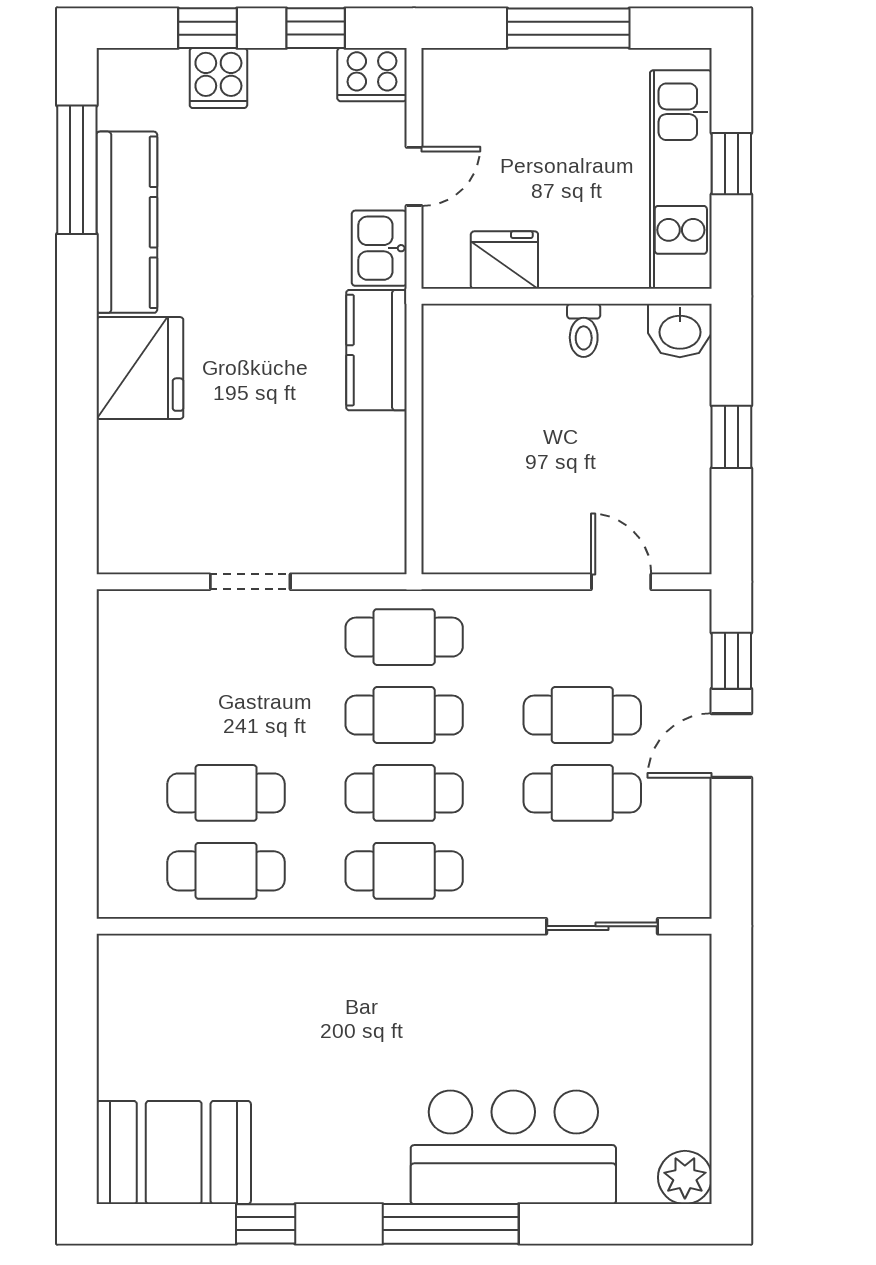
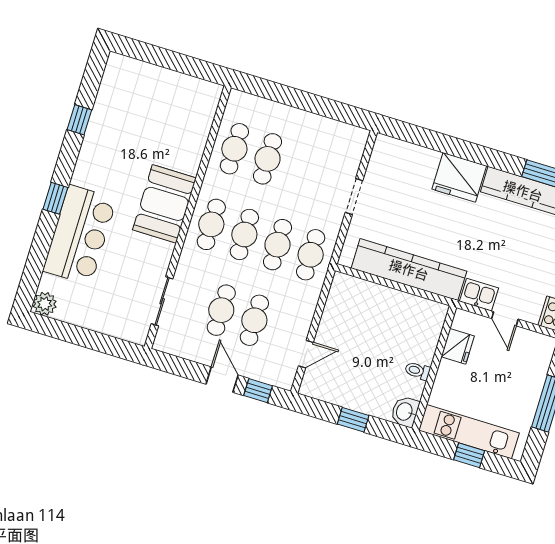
kitchen counter: (376, 350) -> (409, 270), width x2.08, depth x1.17
booth: (174, 1153) -> (164, 204), moved
window: (451, 1224) -> (55, 198), width x0.46

